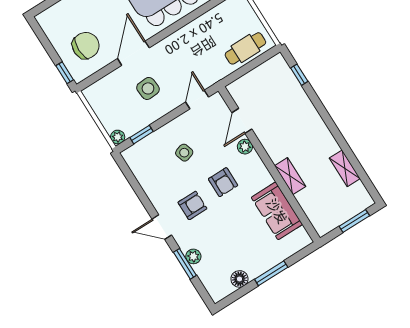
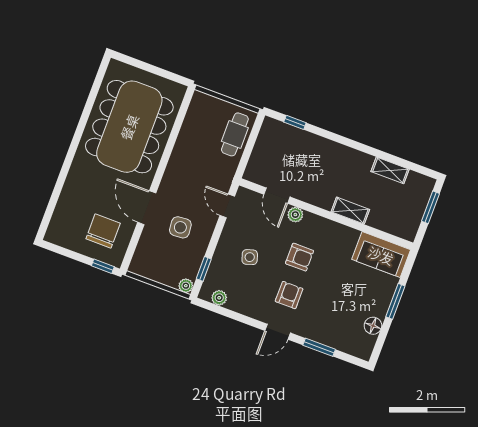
sofa: (277, 211) -> (381, 255), moved
plant: (193, 256) -> (219, 298), moved

